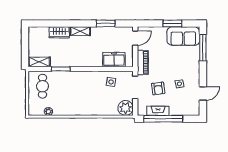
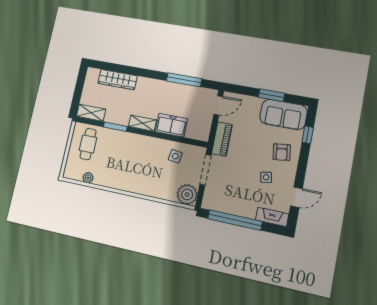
window: (106, 23) -> (184, 80), width x1.44
shelving: (80, 31) -> (142, 123), moved
wardrobe: (59, 32) -> (118, 80), width x1.50
window: (203, 48) -> (308, 135), width x0.46
freezer: (114, 60) -> (171, 125), moved
armchair: (158, 88) -> (282, 152), moved
fireplace: (158, 111) -> (272, 217), moved

